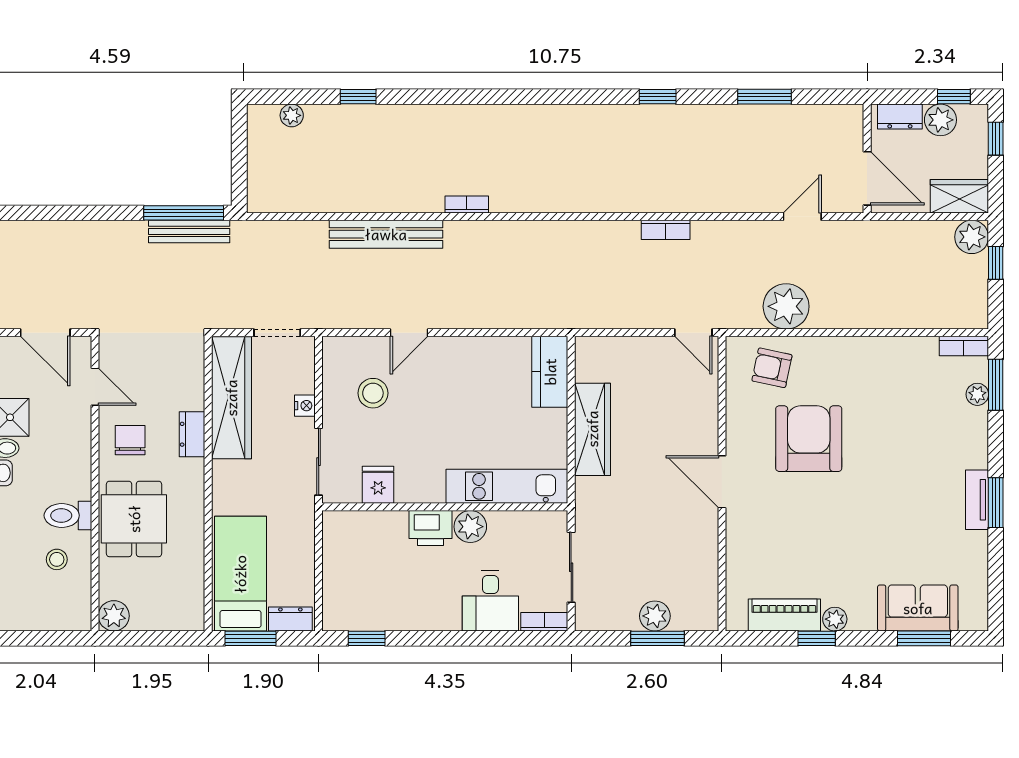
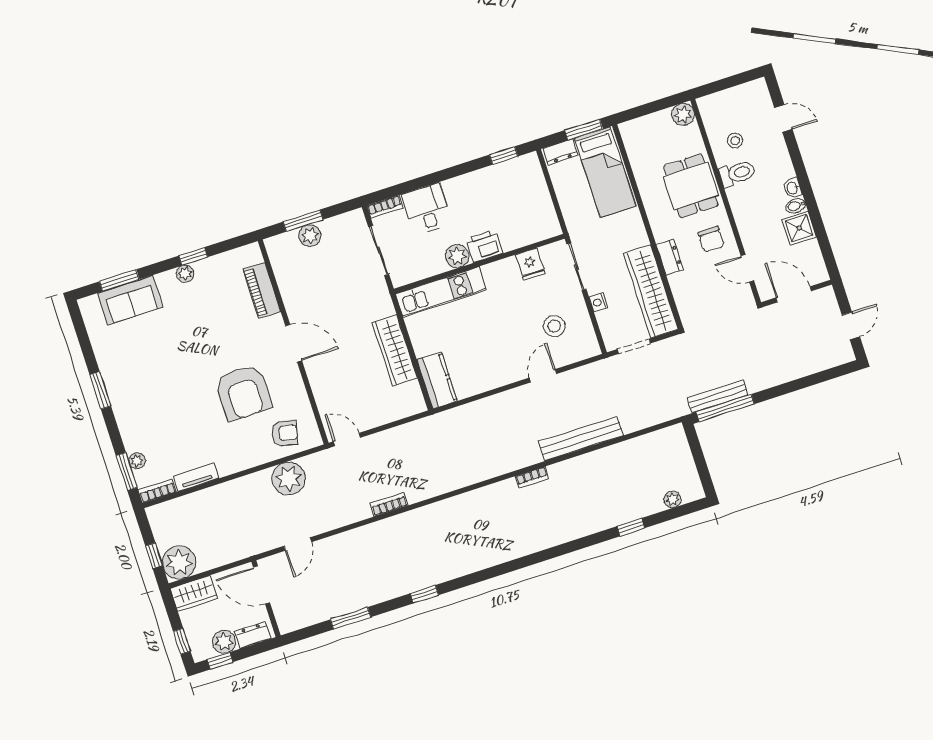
plant: (972, 237) -> (179, 562), width x1.36, depth x1.36
tv unit: (977, 500) -> (196, 477), moved, turned -90
piano: (784, 615) -> (262, 290), moved, turned 90

